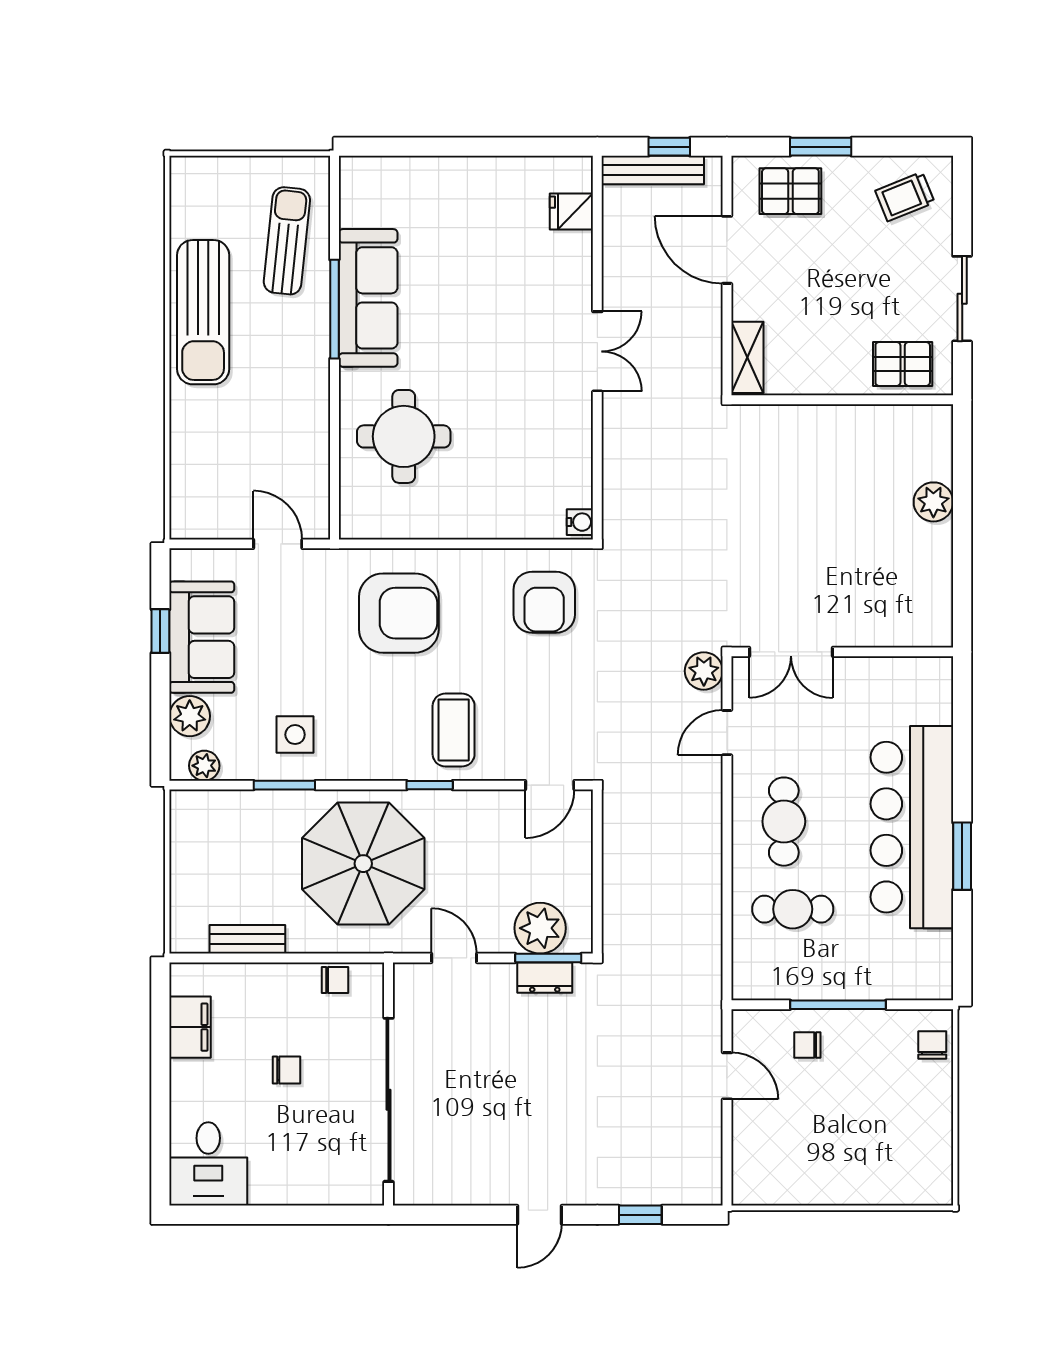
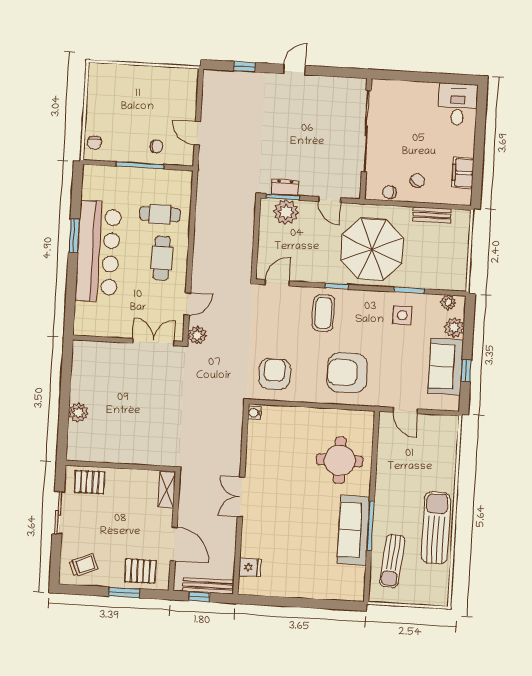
chair: (286, 1070) -> (417, 180), moved, turned 126

